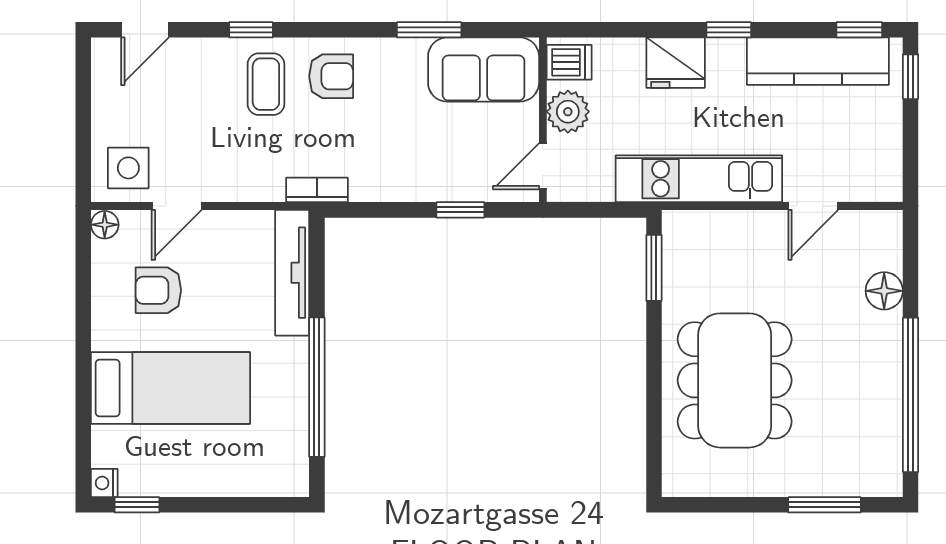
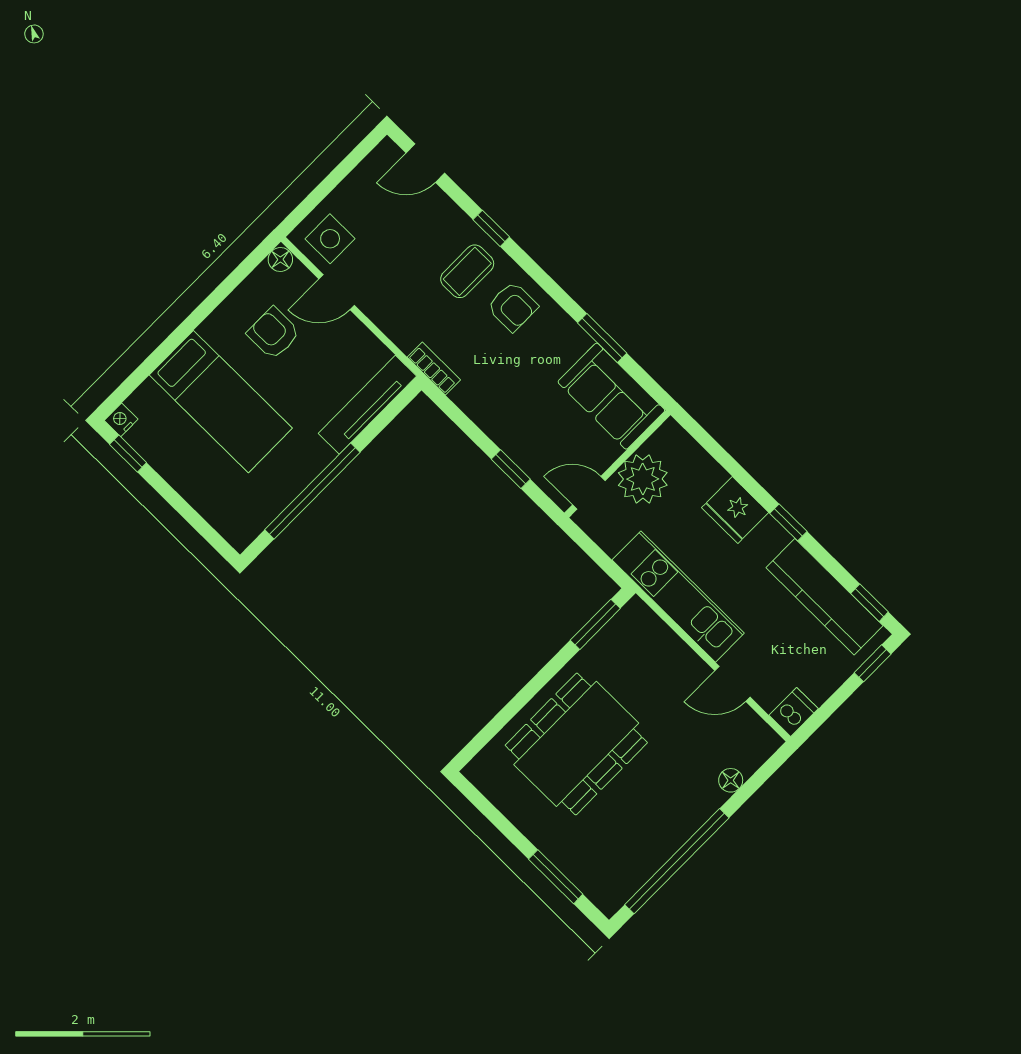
dishwasher: (569, 62) -> (794, 712), moved, turned -90
plant: (568, 112) -> (643, 479), width x1.36, depth x1.36
floor lamp: (884, 291) -> (731, 780), width x0.73, depth x0.73

